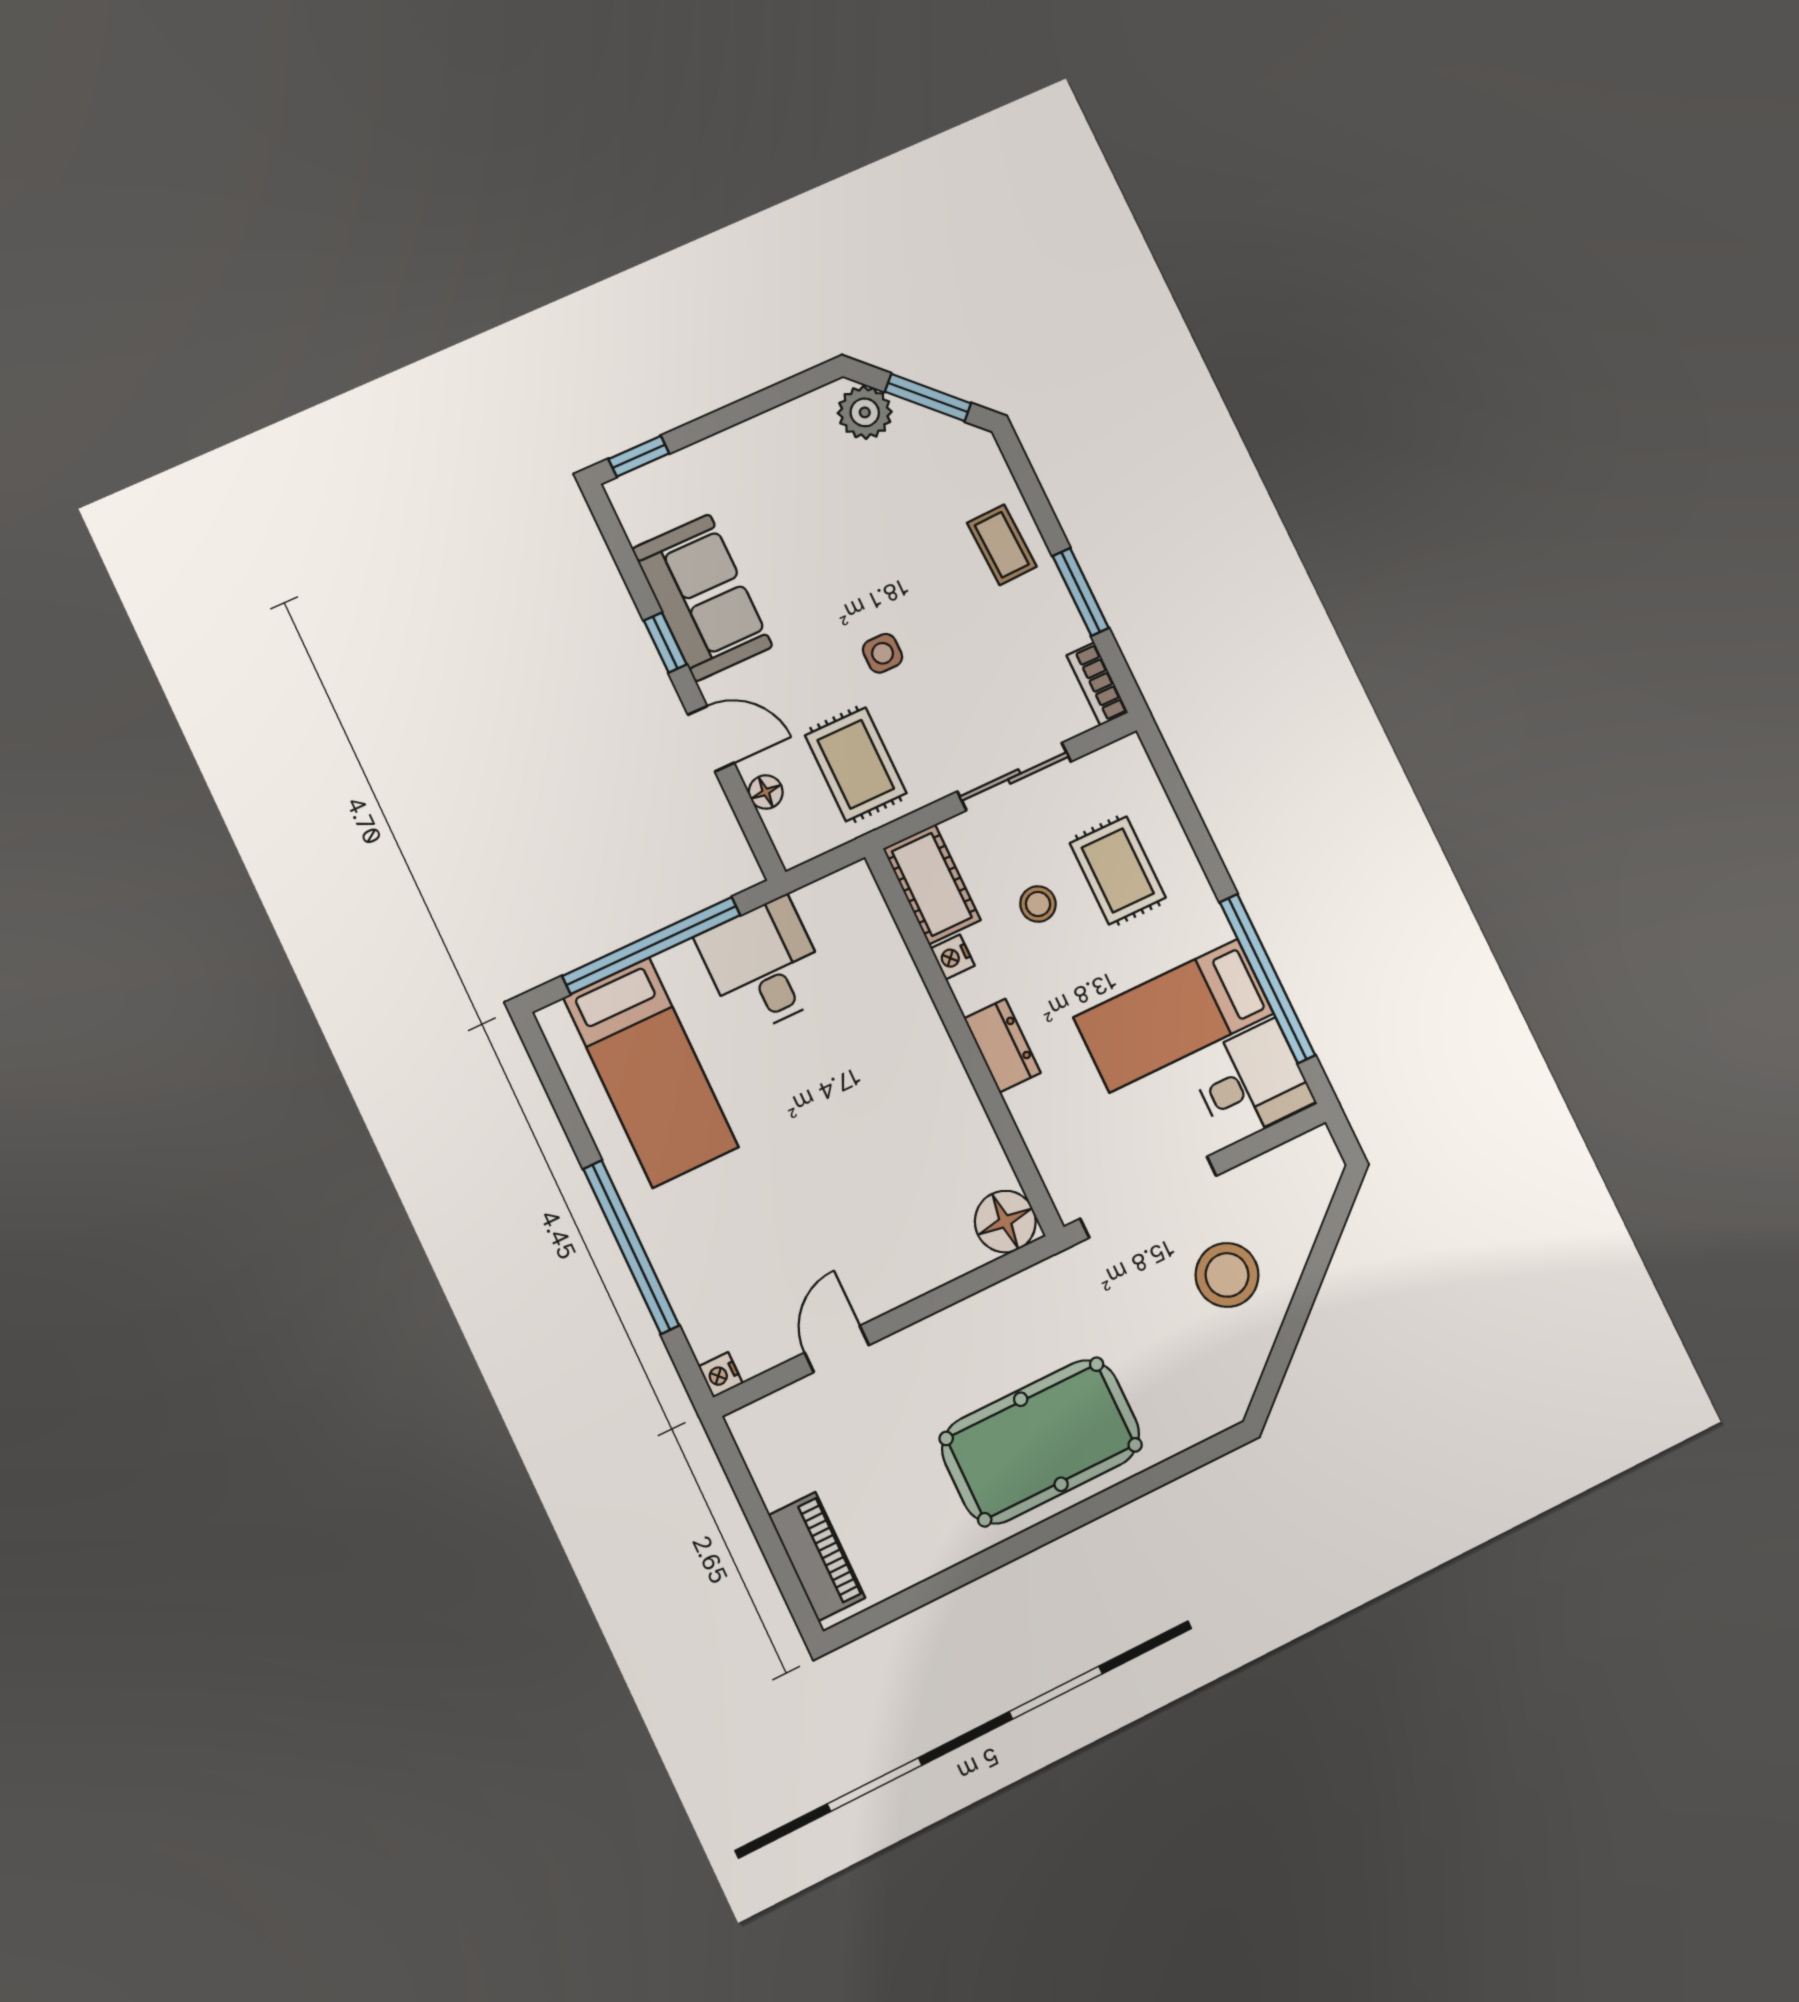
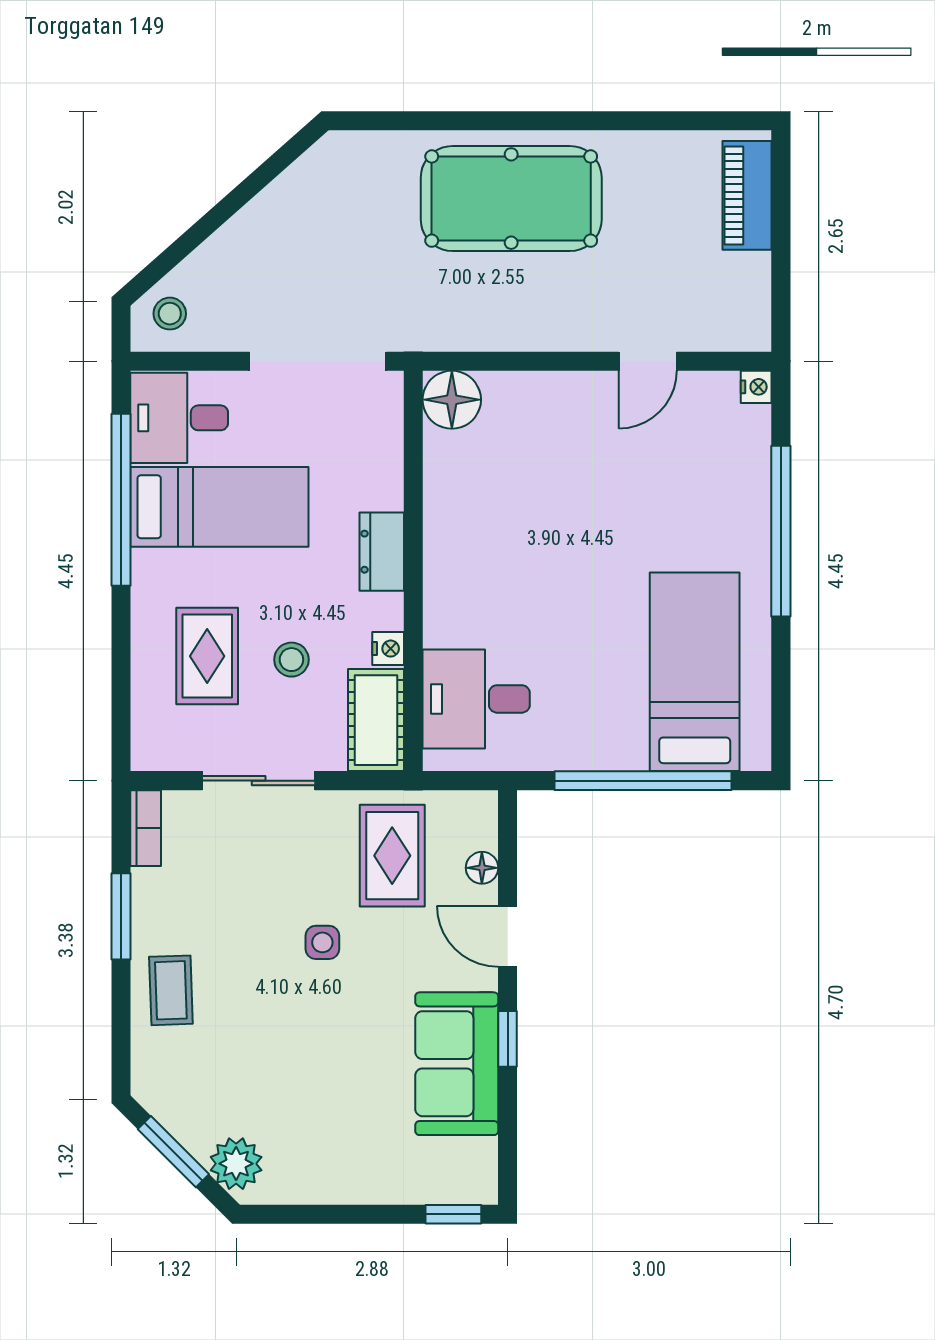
desk: (764, 966) -> (476, 699), moved, turned 90
stool: (1227, 1275) -> (170, 314), moved, width x0.53, depth x0.53

